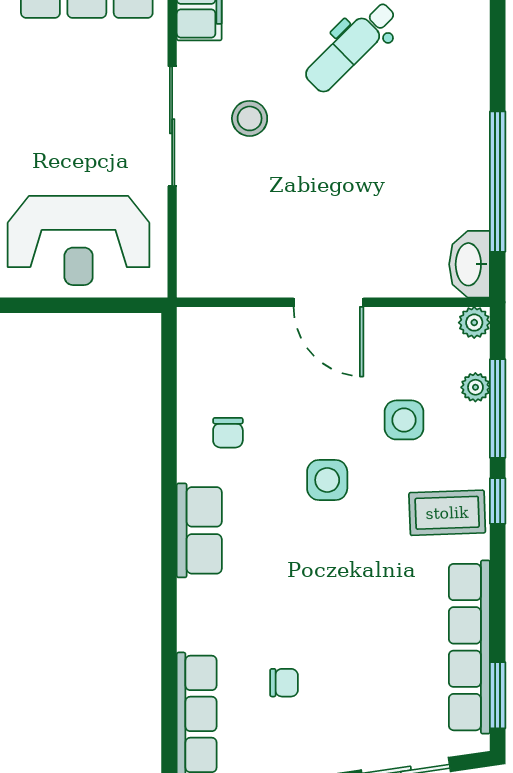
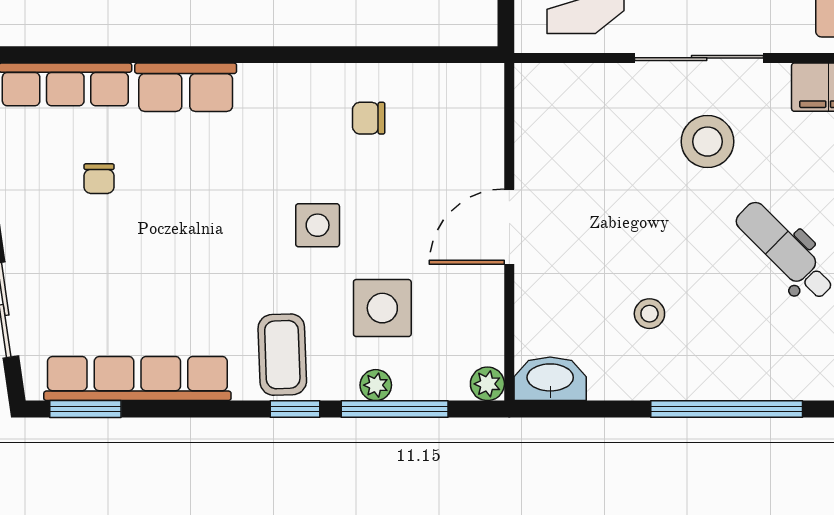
stool: (250, 118) -> (707, 142), width x1.38, depth x1.38
stool: (409, 172) -> (649, 314), added
window: (498, 182) -> (727, 409), moved
plant: (475, 387) -> (376, 385), moved
side table: (404, 420) -> (382, 308), width x1.37, depth x1.37
row of seats: (199, 530) -> (186, 87), moved

